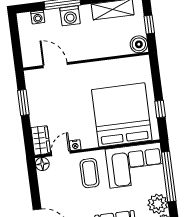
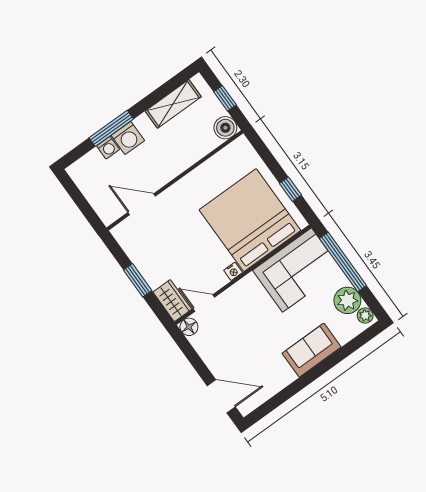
washing machine: (38, 17) -> (108, 148), moved
window: (23, 102) -> (138, 280), moved
nightstand: (75, 145) -> (233, 271), moved
door: (61, 153) -> (204, 303), hinge flipped
coffee table: (90, 173) -> (249, 308), removed

